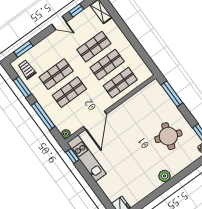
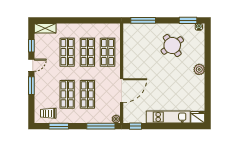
window: (23, 49) -> (31, 86), moved
window: (43, 116) -> (101, 126), moved
door: (95, 120) -> (122, 91), hinge flipped
round table: (168, 136) -> (172, 46), turned 35
kitchen unit: (87, 158) -> (168, 117), moved

